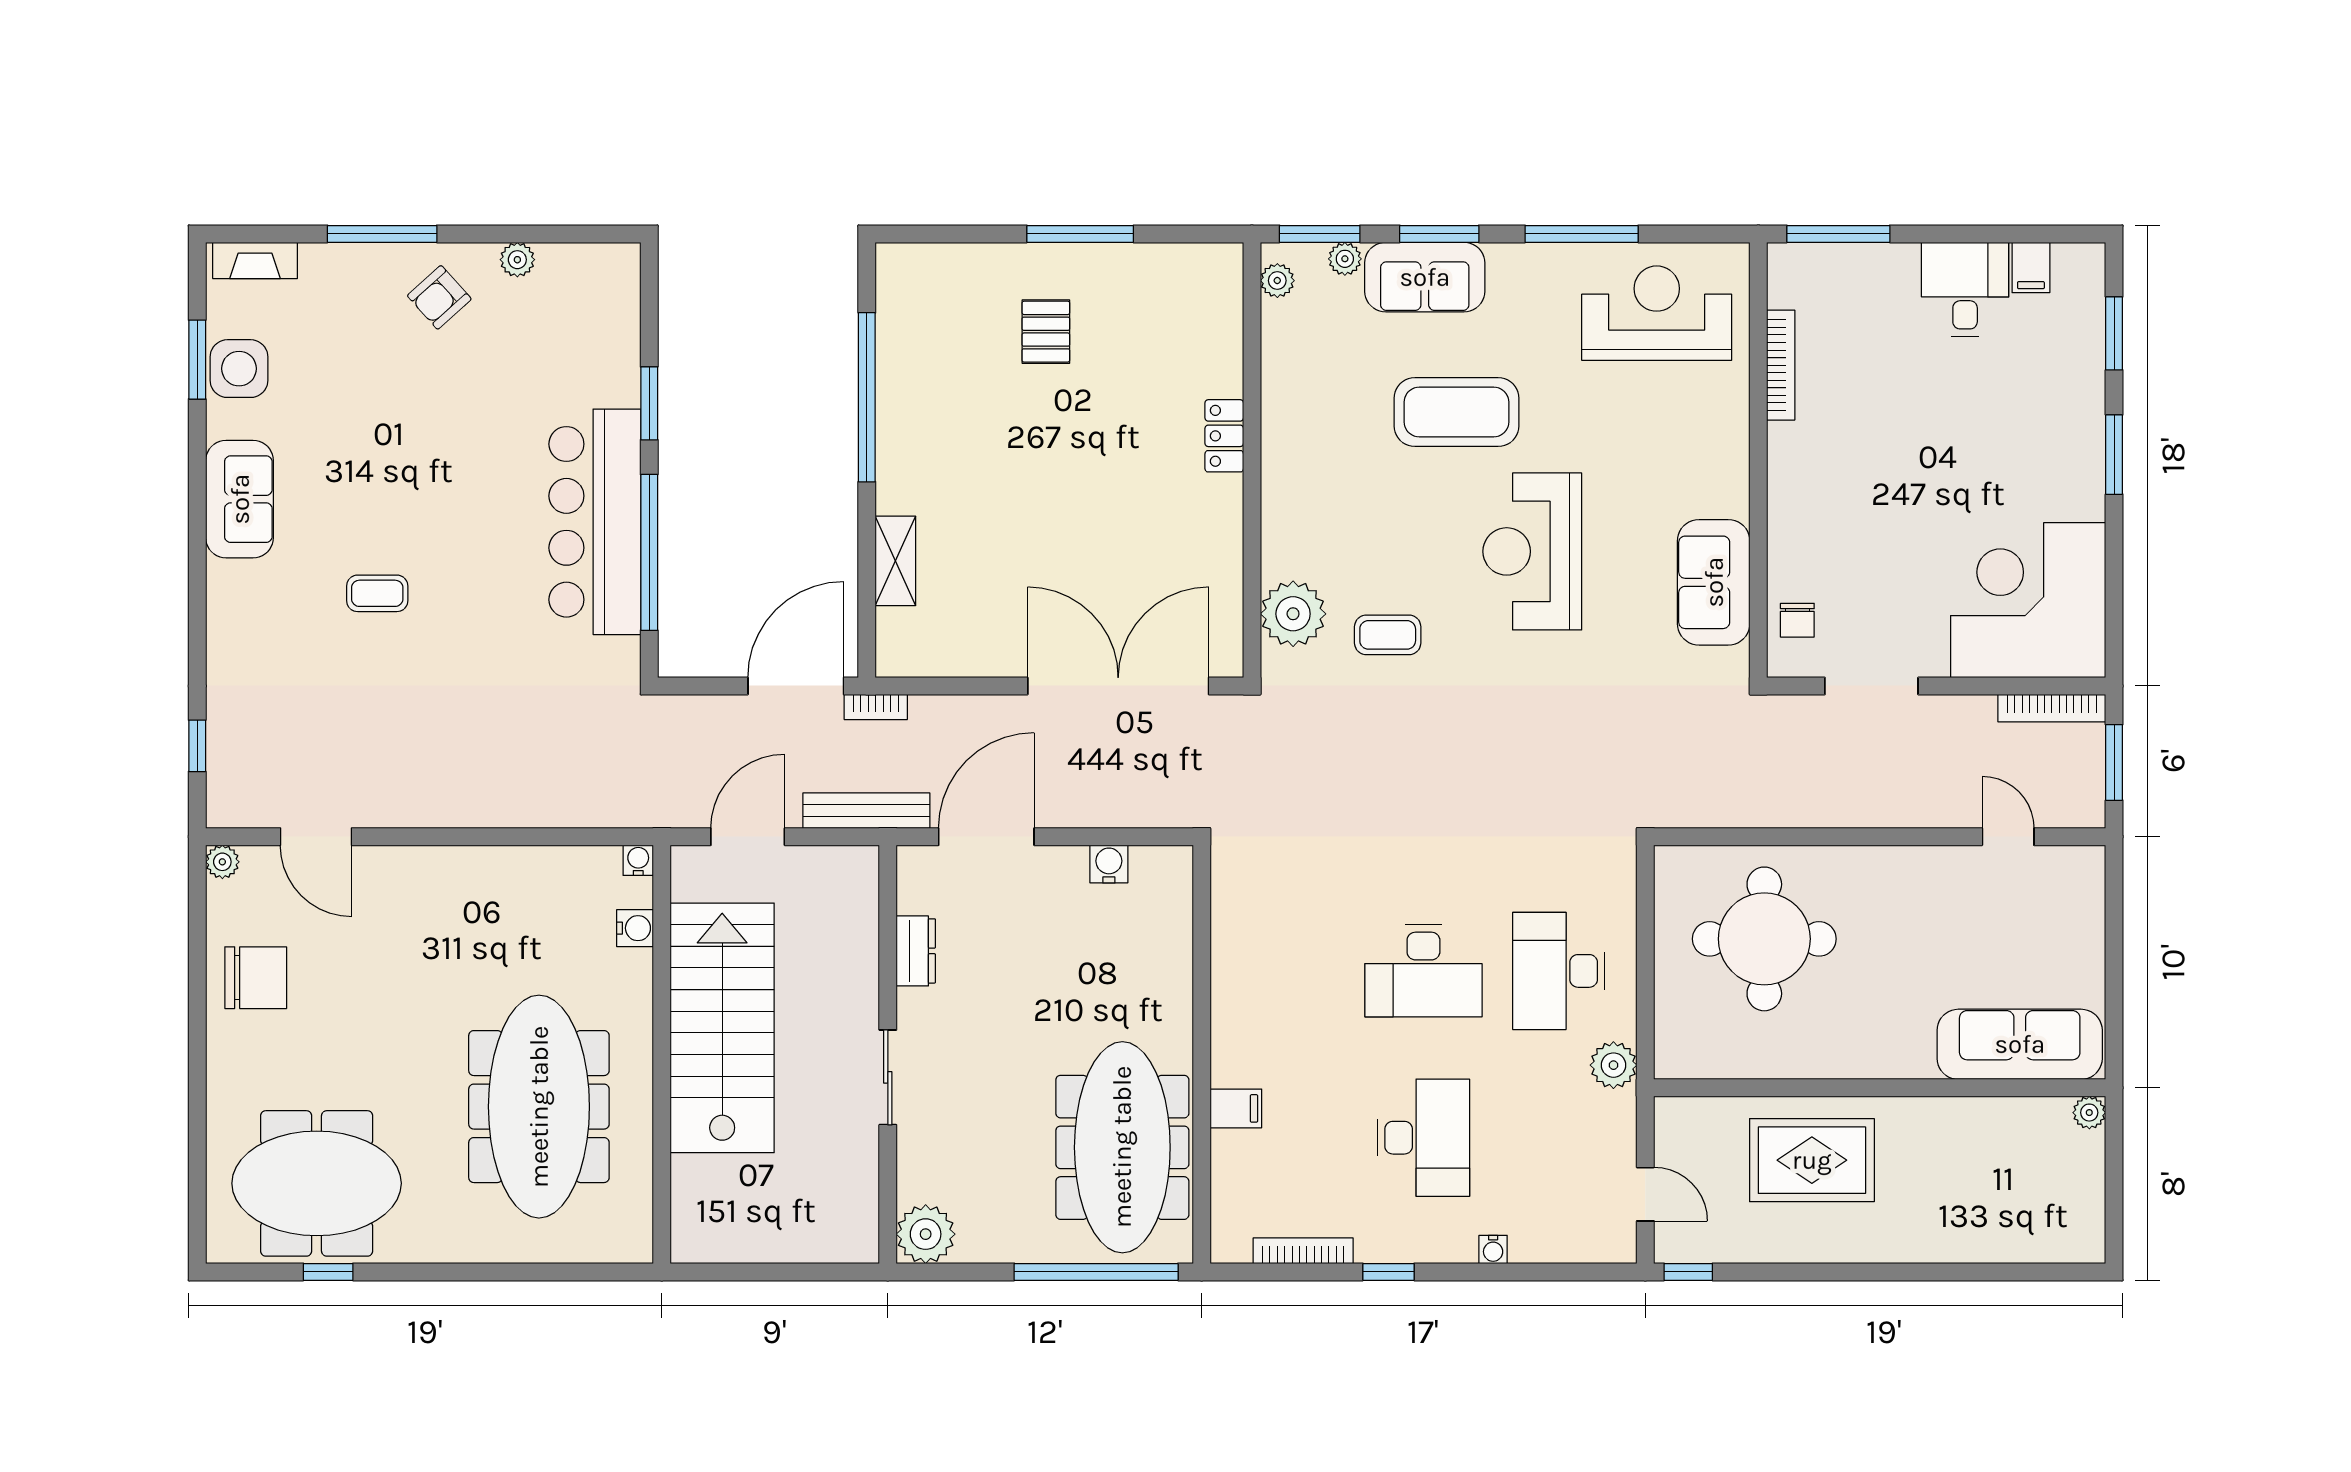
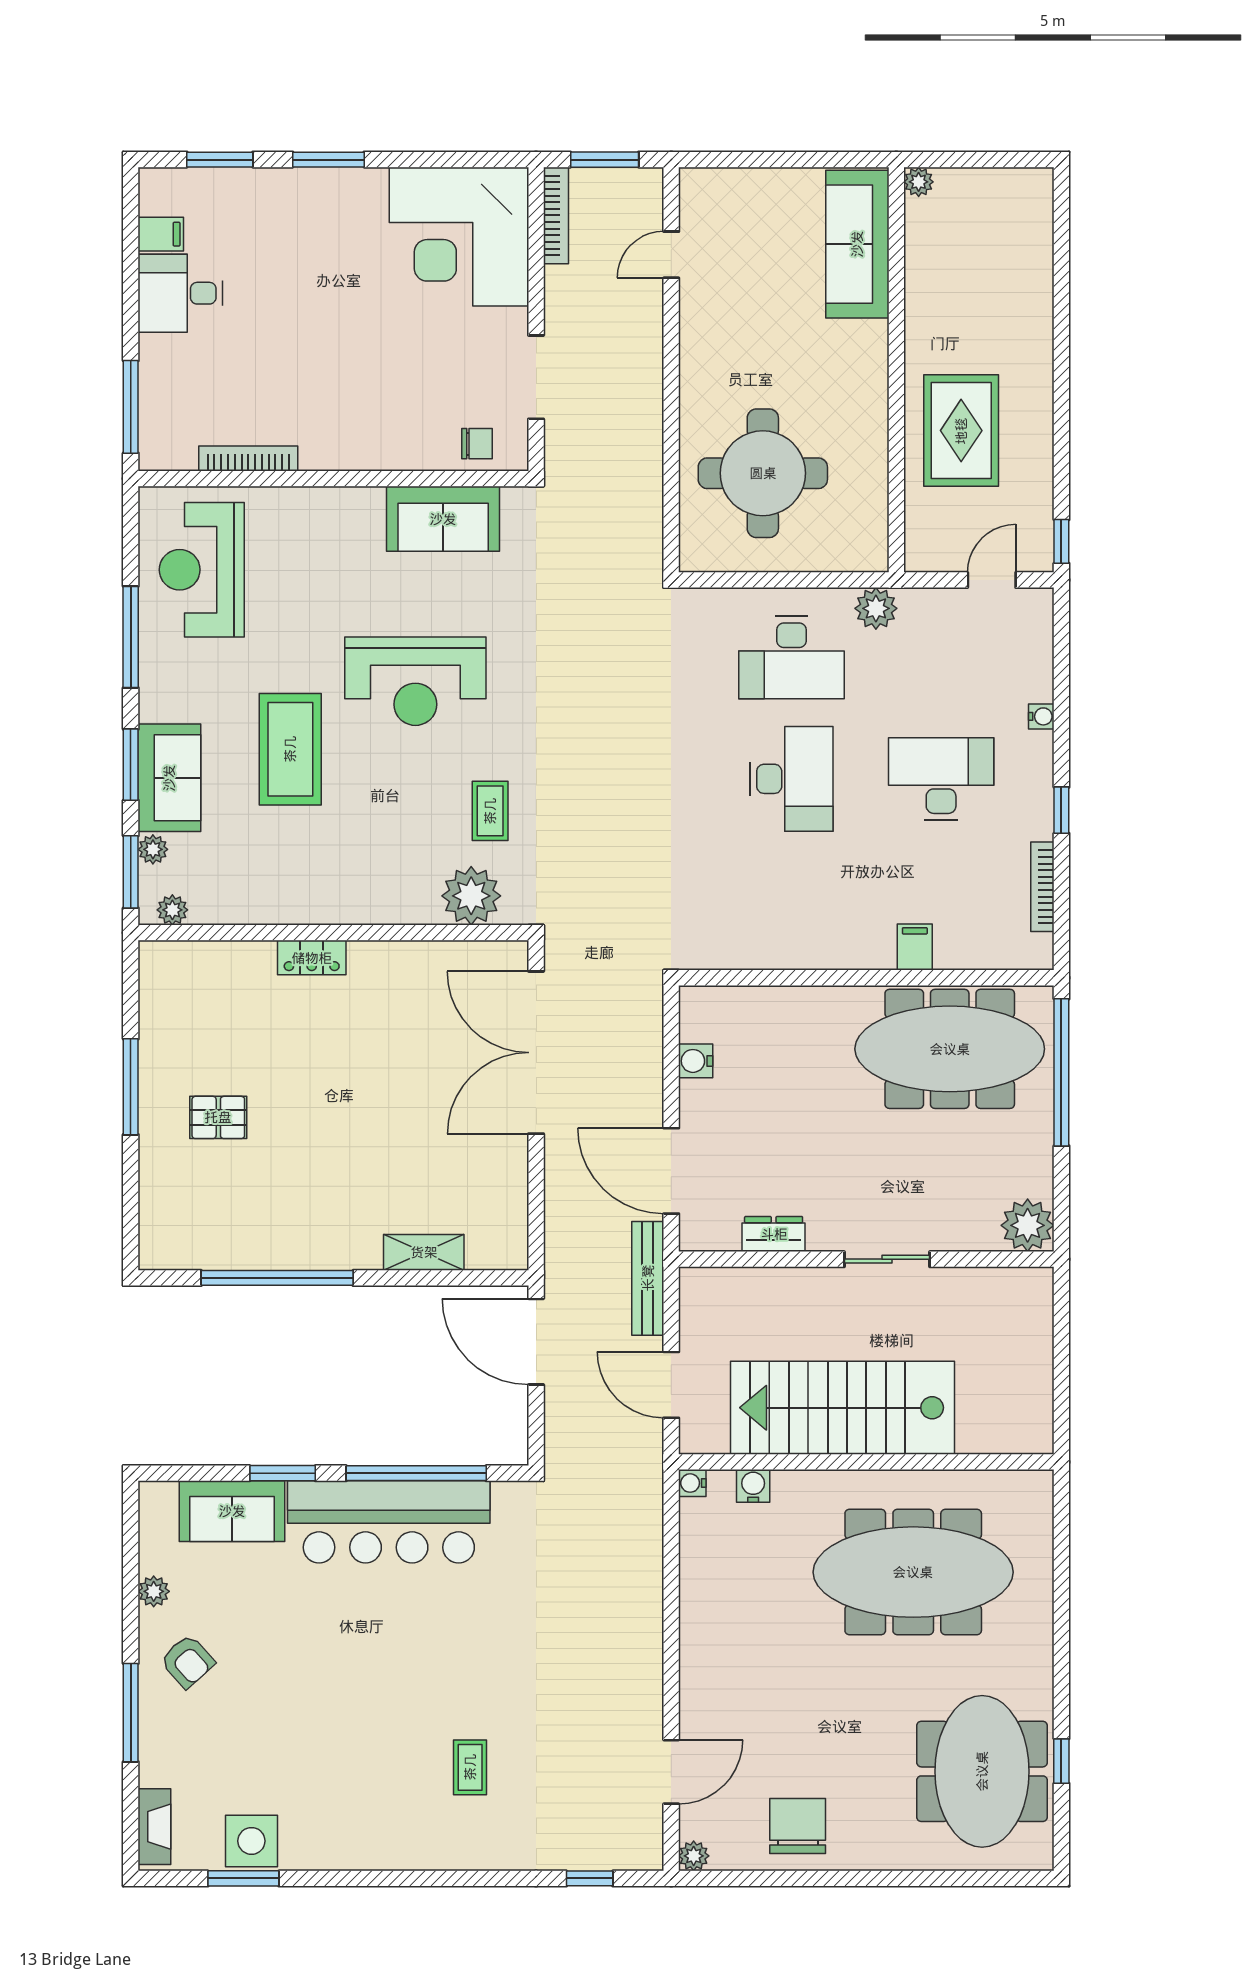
sofa: (240, 499) -> (232, 1511), moved, turned 180
coffee table: (377, 593) -> (470, 1767), moved
bookcase: (876, 707) -> (555, 1270), removed

